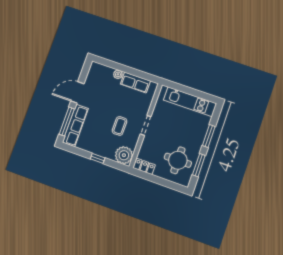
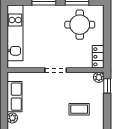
coffee table: (120, 126) -> (79, 109), moved
plant: (124, 155) -> (99, 77), width x0.53, depth x0.53
window: (98, 158) -> (107, 86), moved

